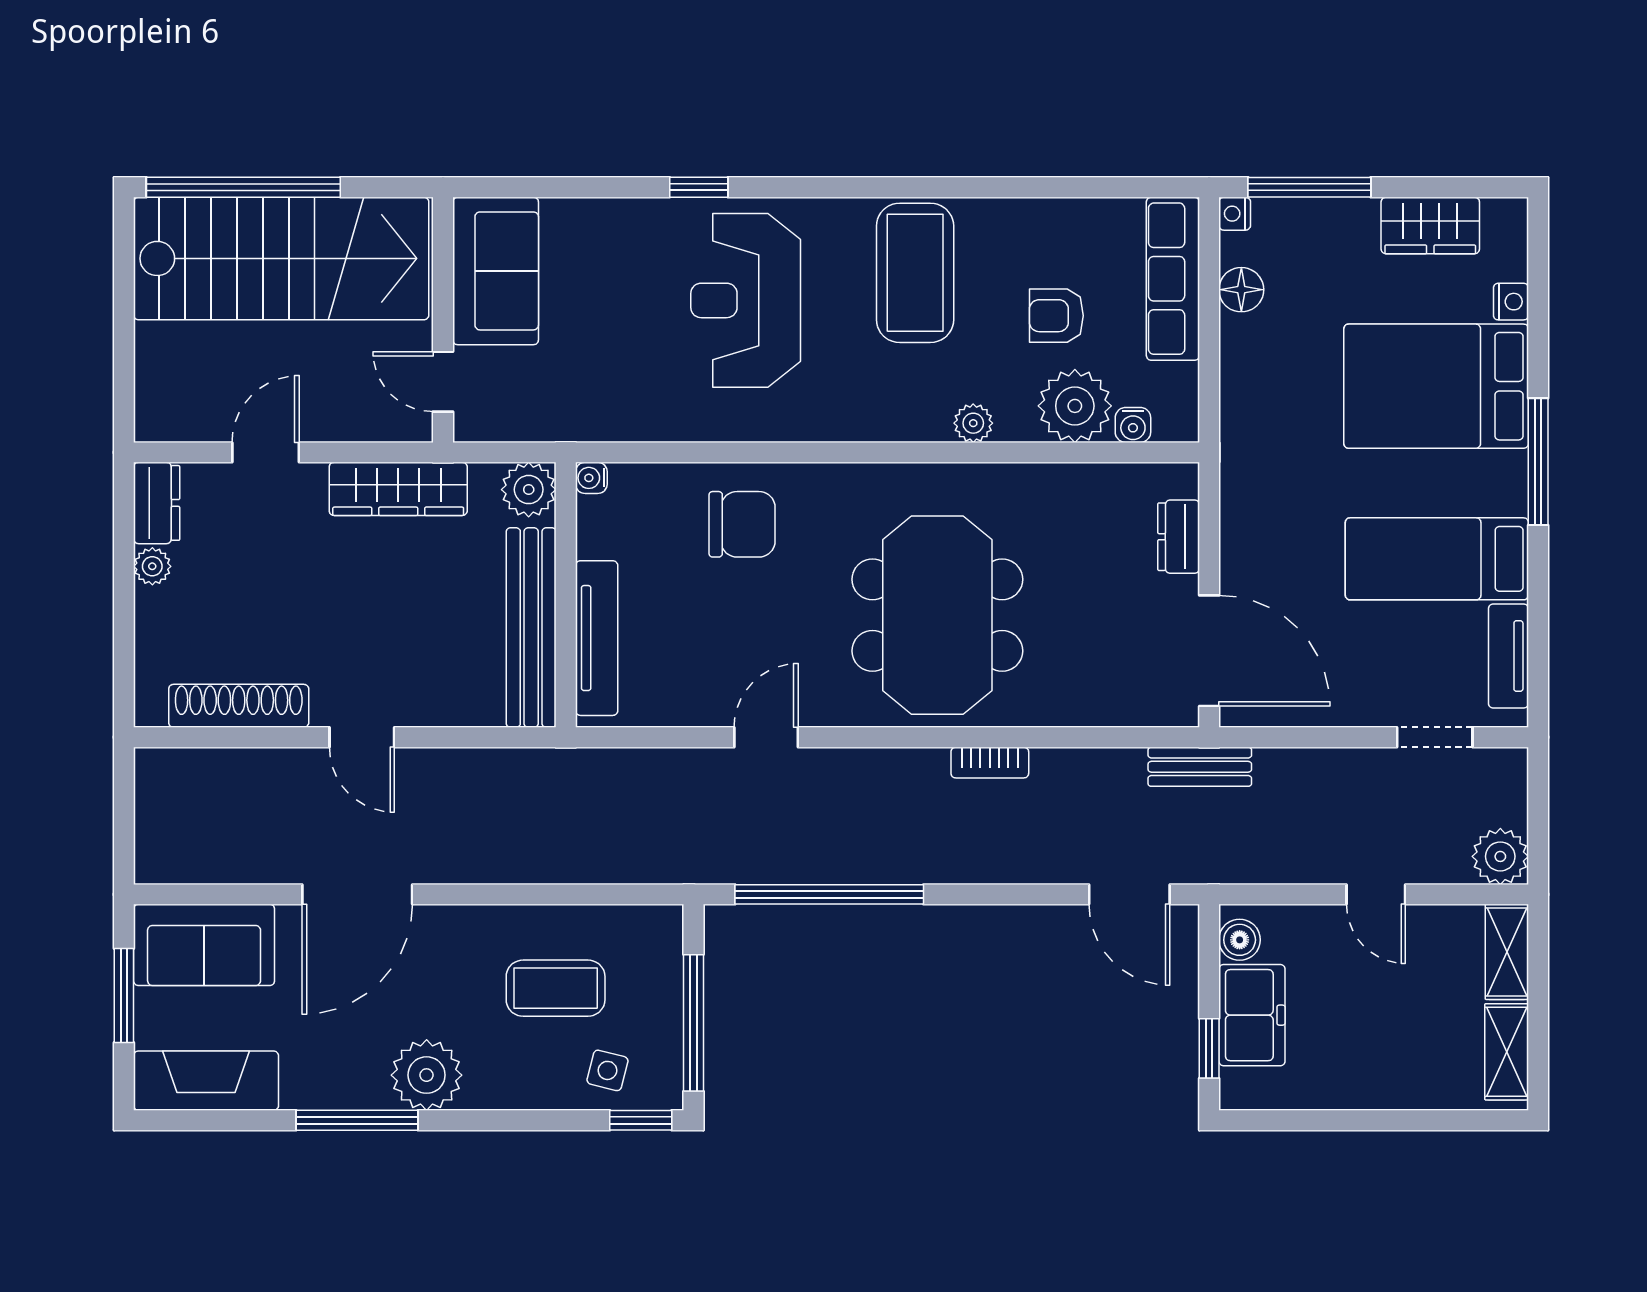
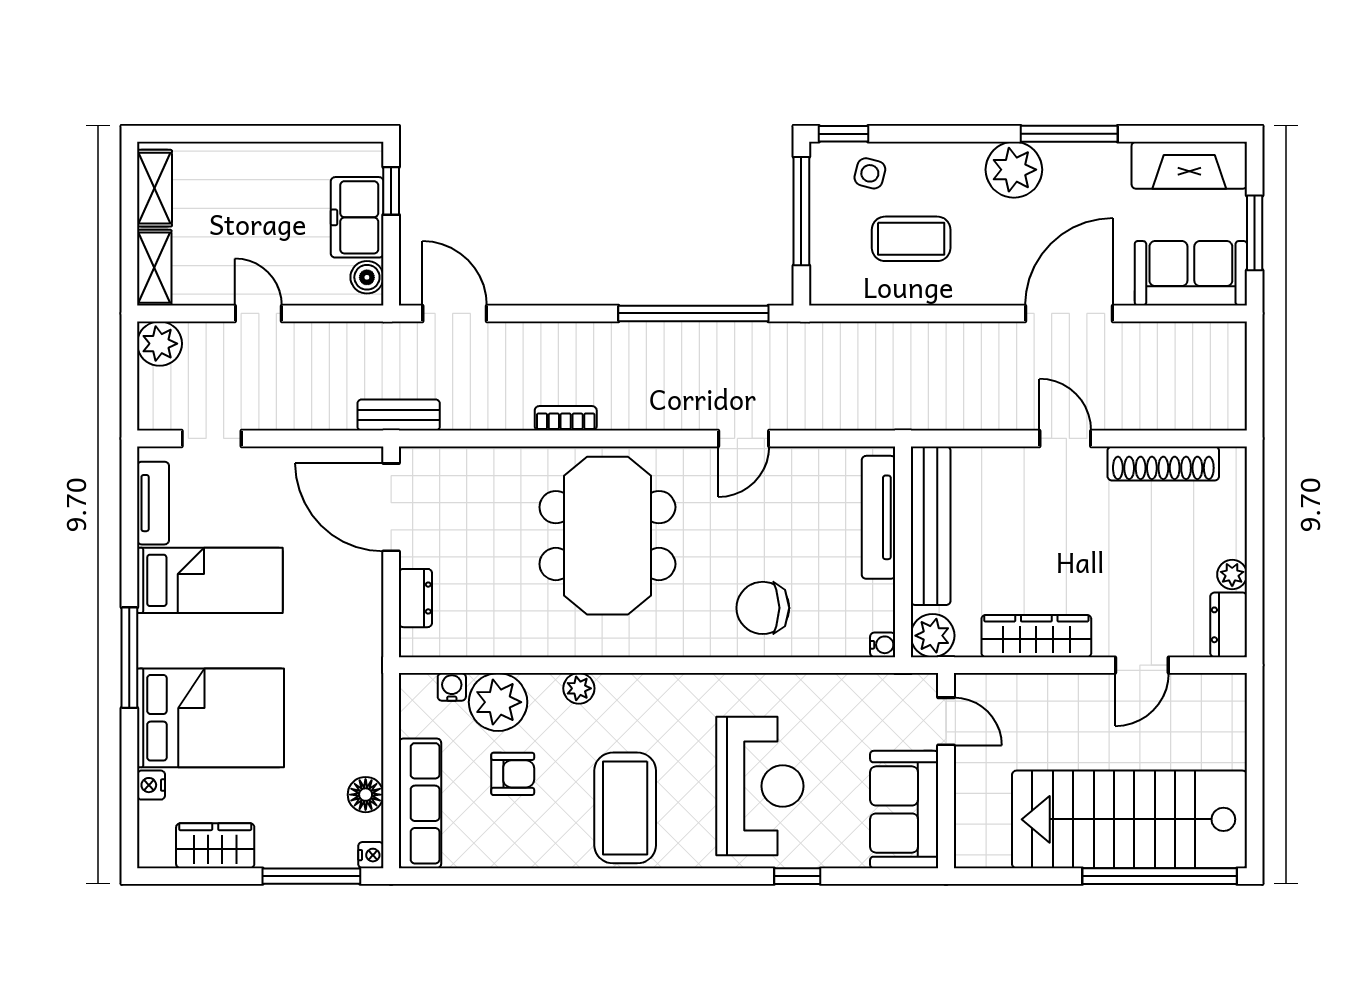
sofa: (496, 271) -> (904, 809), moved
wall: (443, 320) -> (946, 771), moved
door: (443, 382) -> (946, 721), moved

